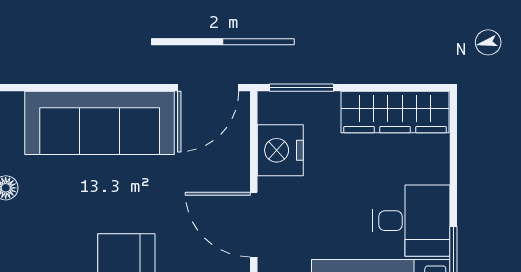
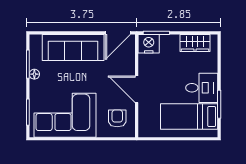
wardrobe: (395, 112) -> (195, 43), width x0.67
nightstand: (280, 150) -> (149, 44), moved, turned 90

